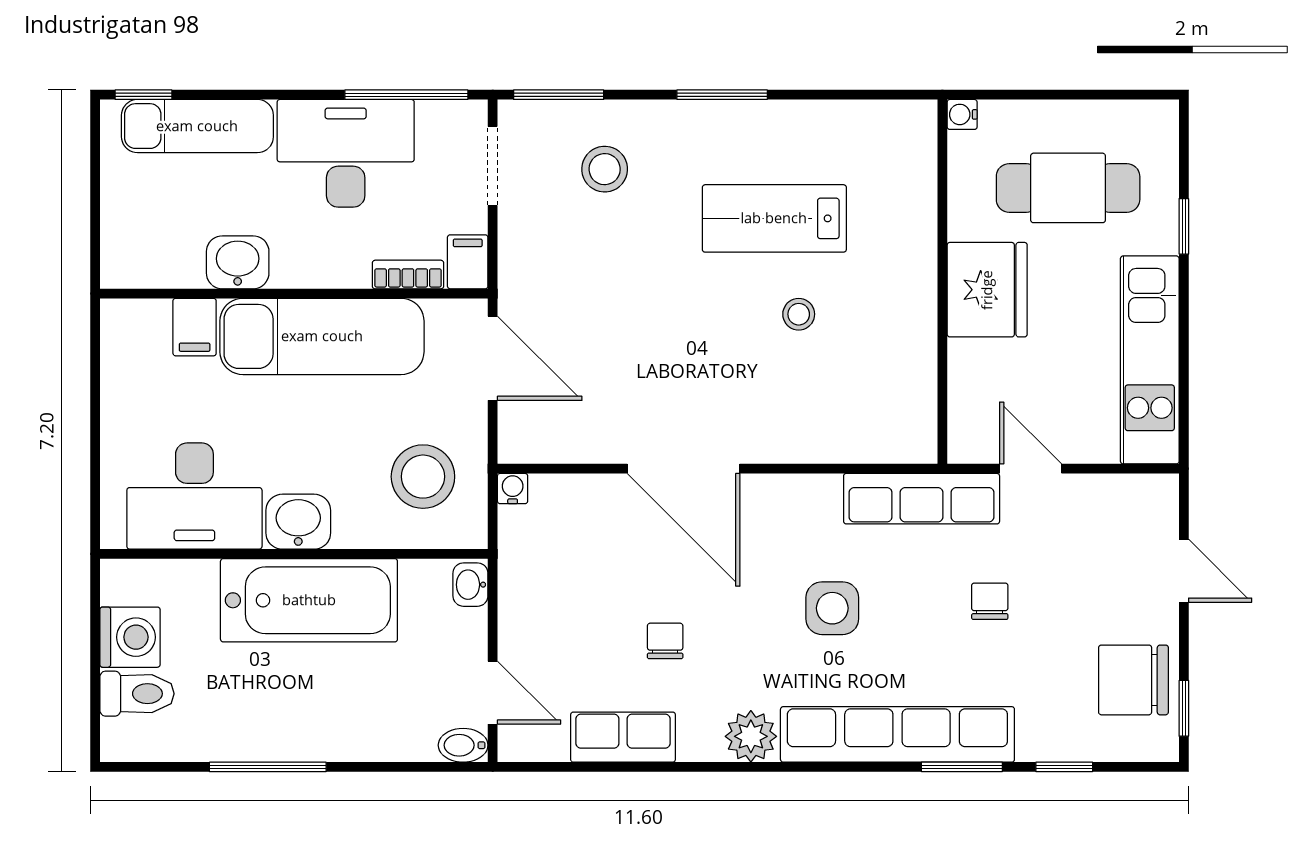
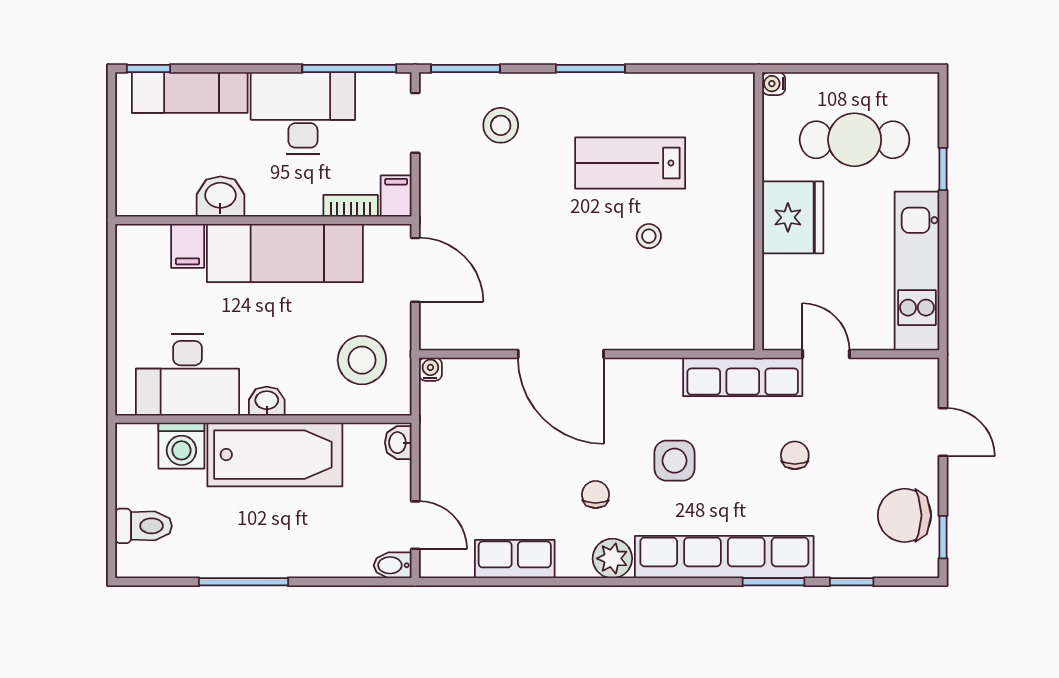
washbasin: (298, 522) -> (267, 401), width x0.72, depth x0.69
washing machine: (130, 637) -> (181, 446), moved, turned 90
chair: (665, 641) -> (596, 495), moved

